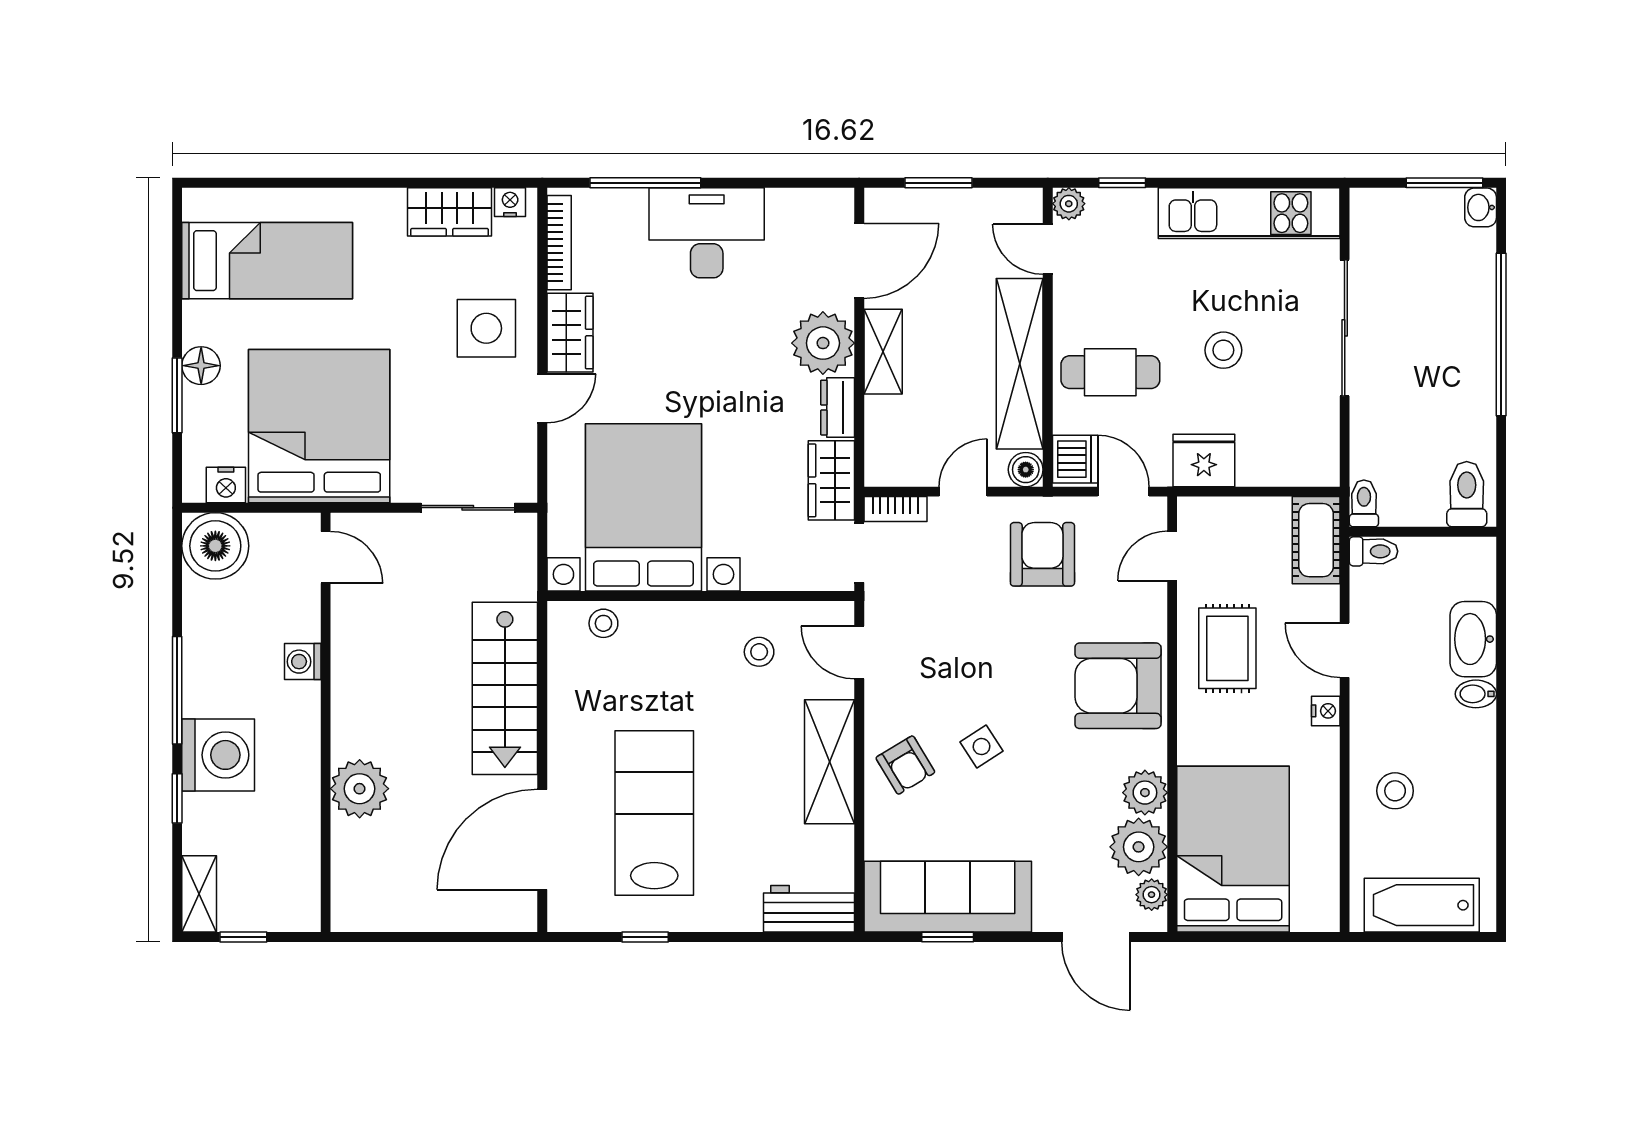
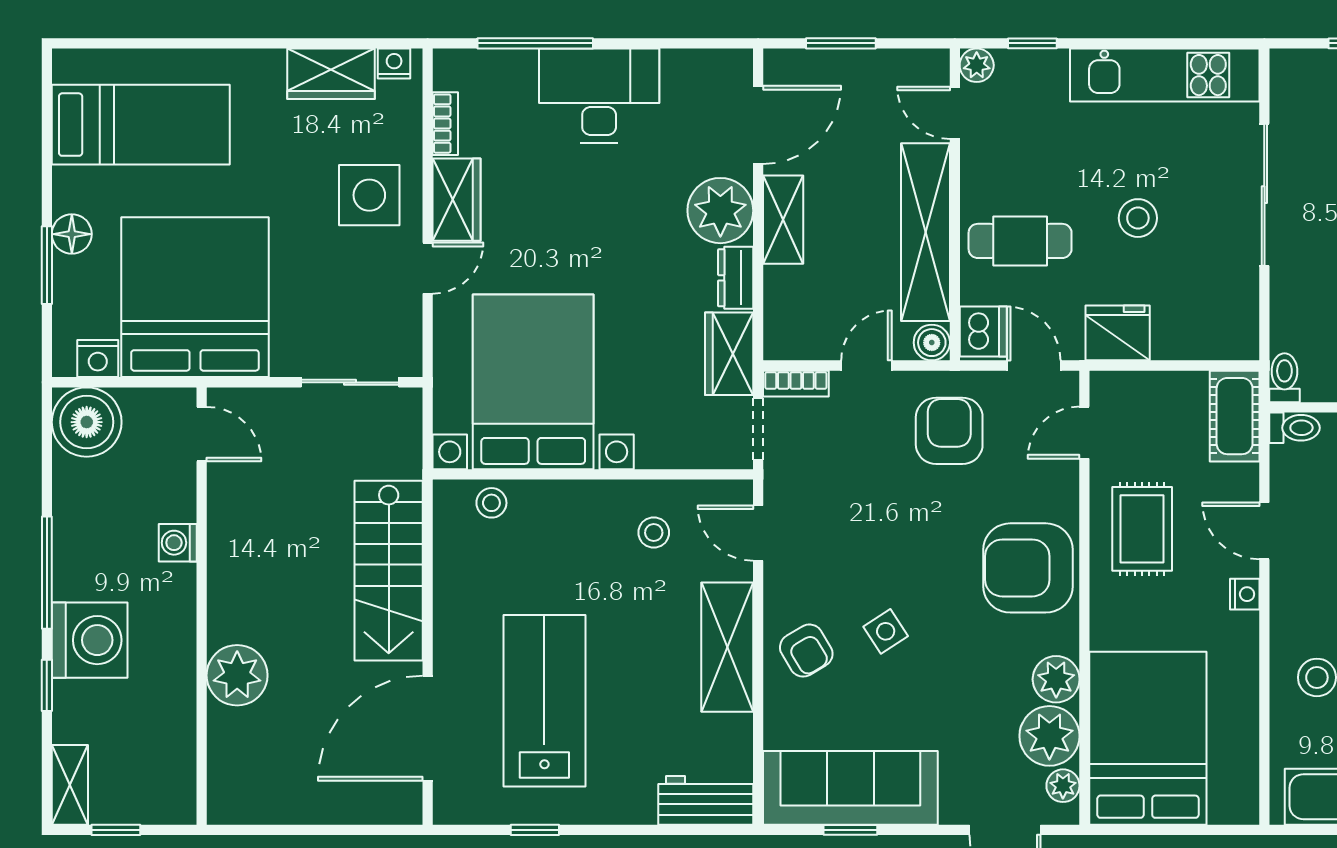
bookcase: (559, 243) -> (445, 124), width x0.64

